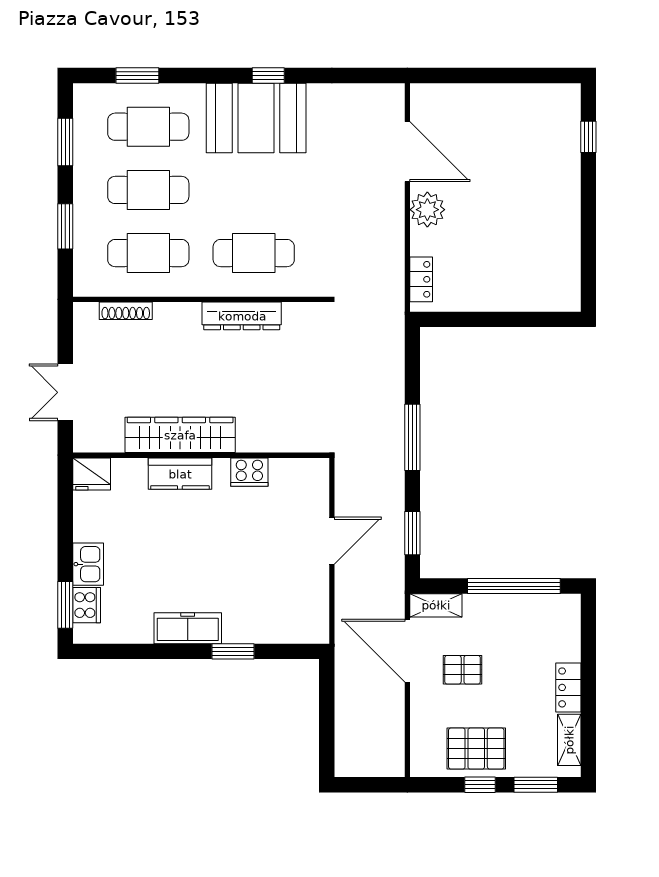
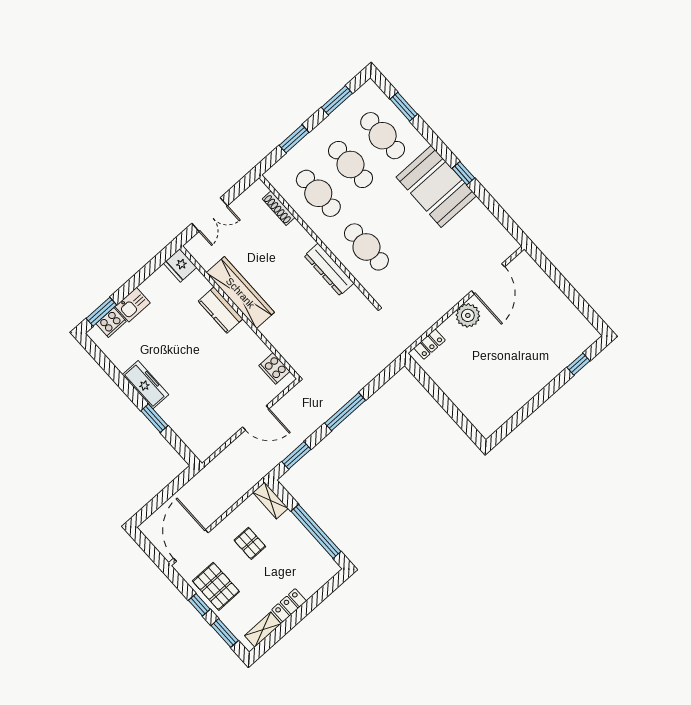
double door: (65, 392) -> (210, 215), swing flipped
cooker: (249, 472) -> (274, 368), moved
door: (407, 651) -> (191, 545), moved

